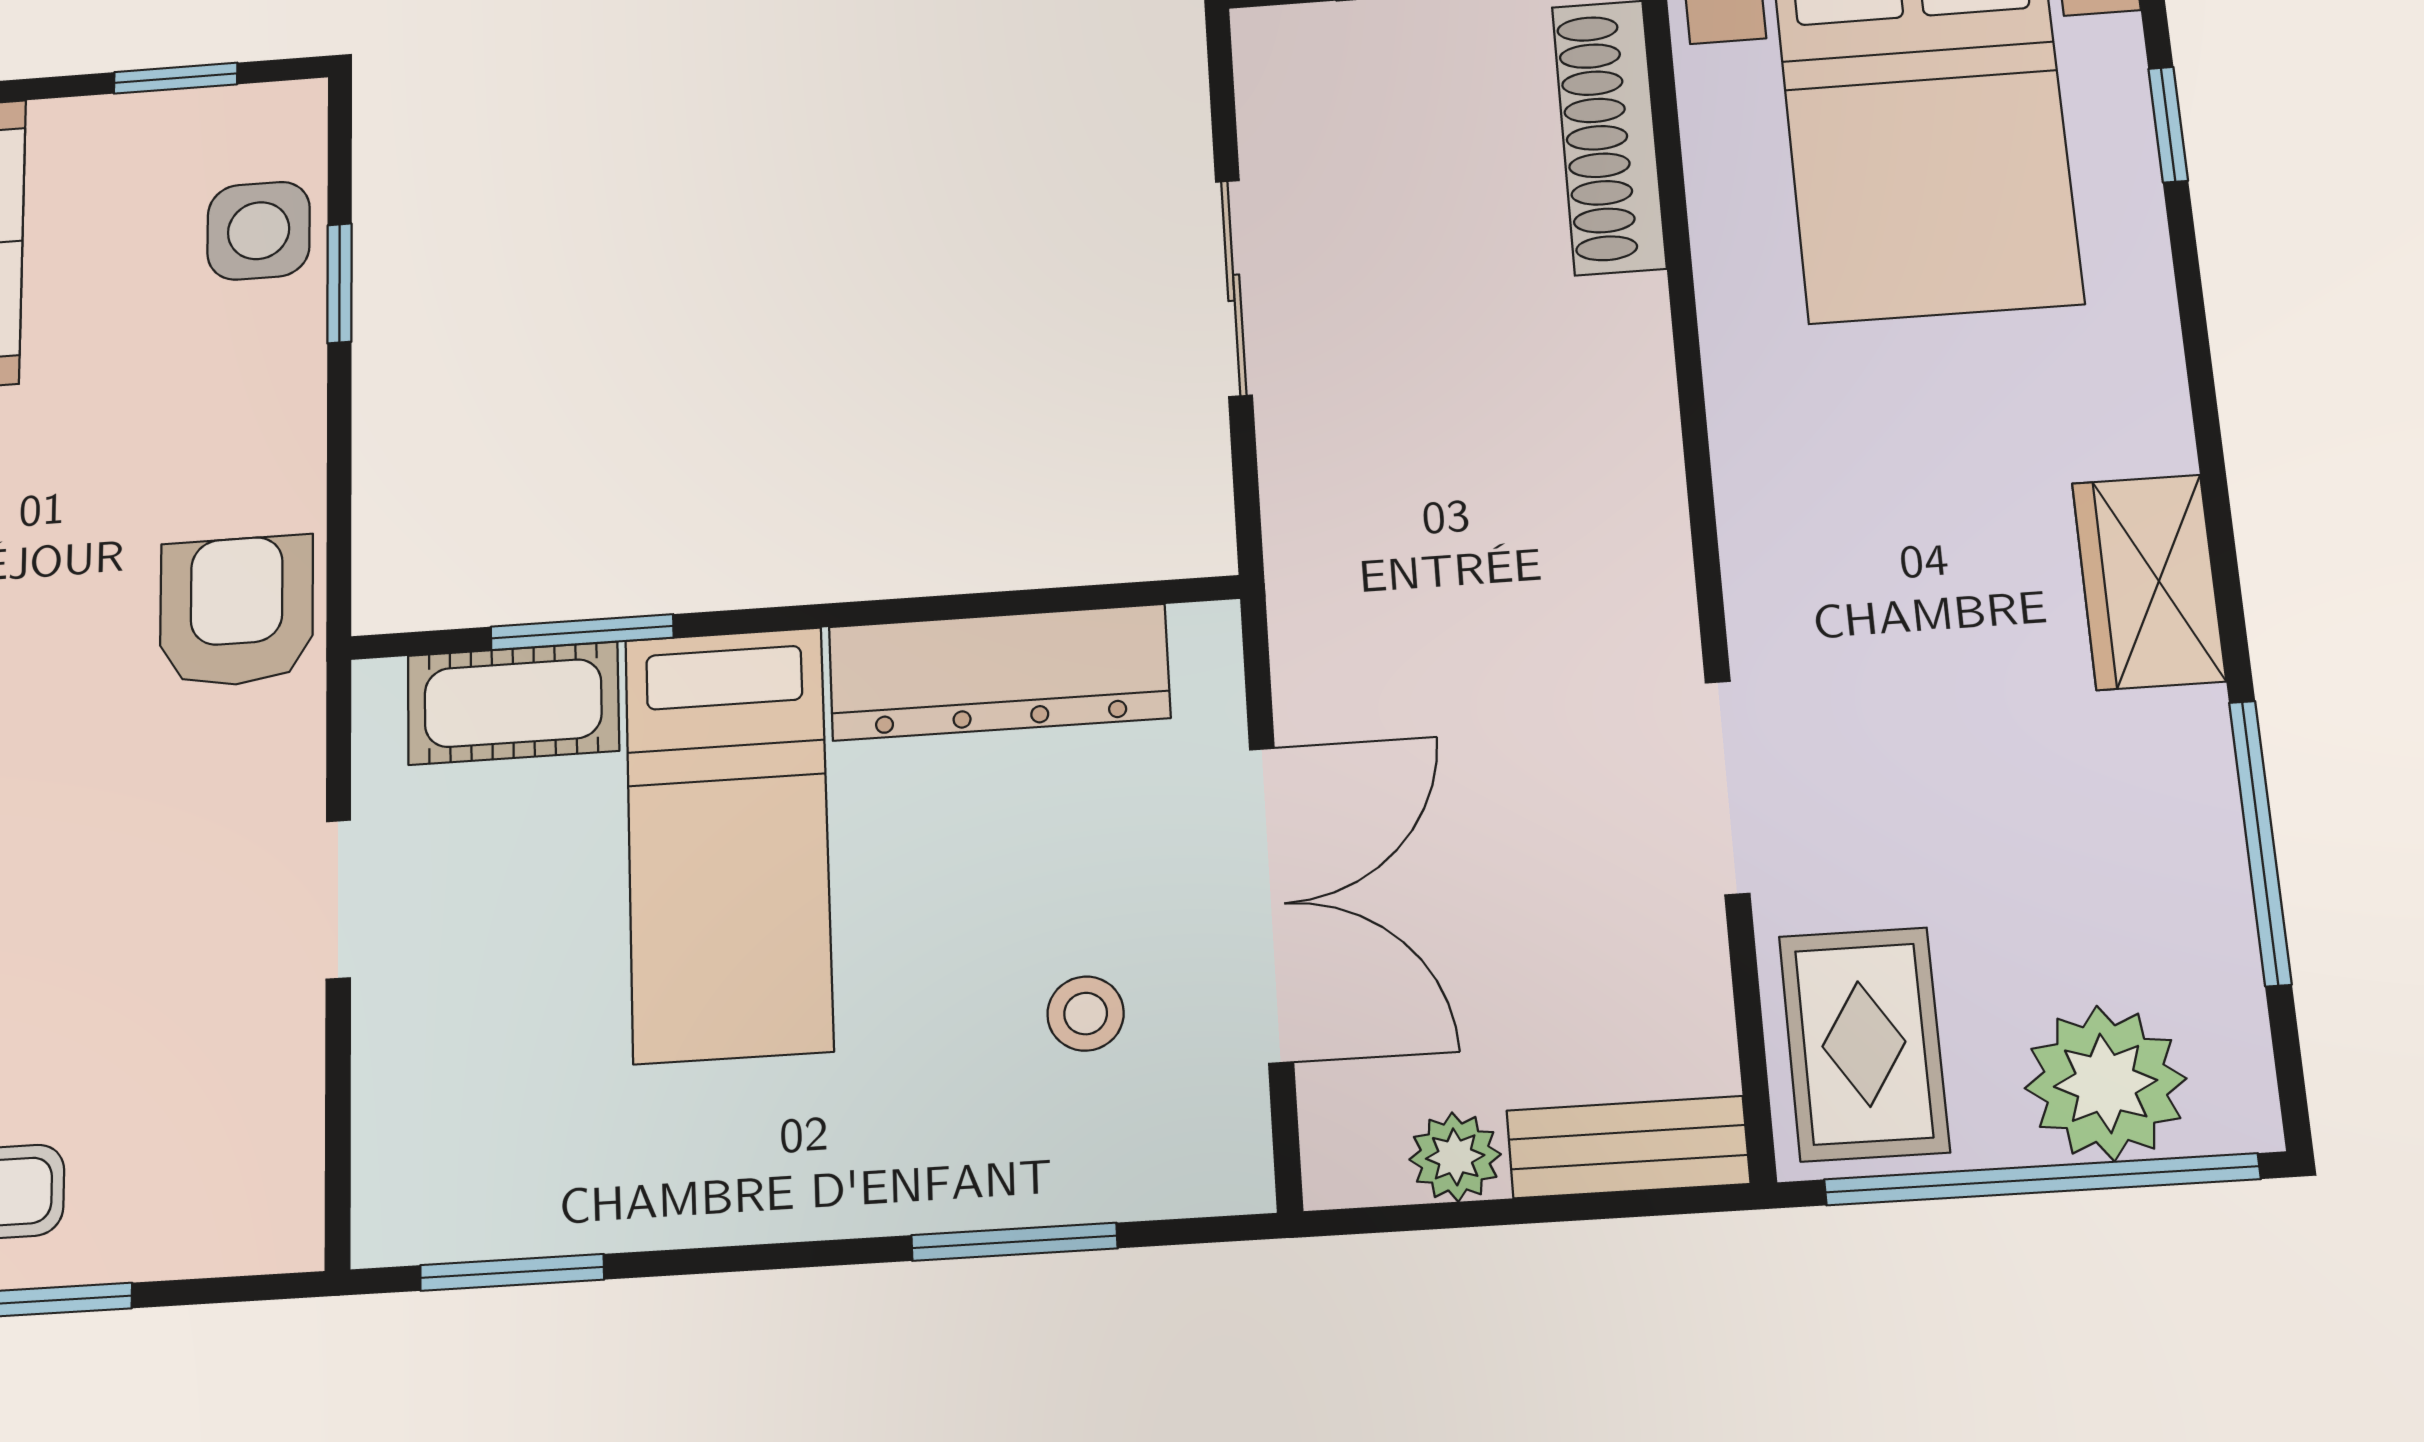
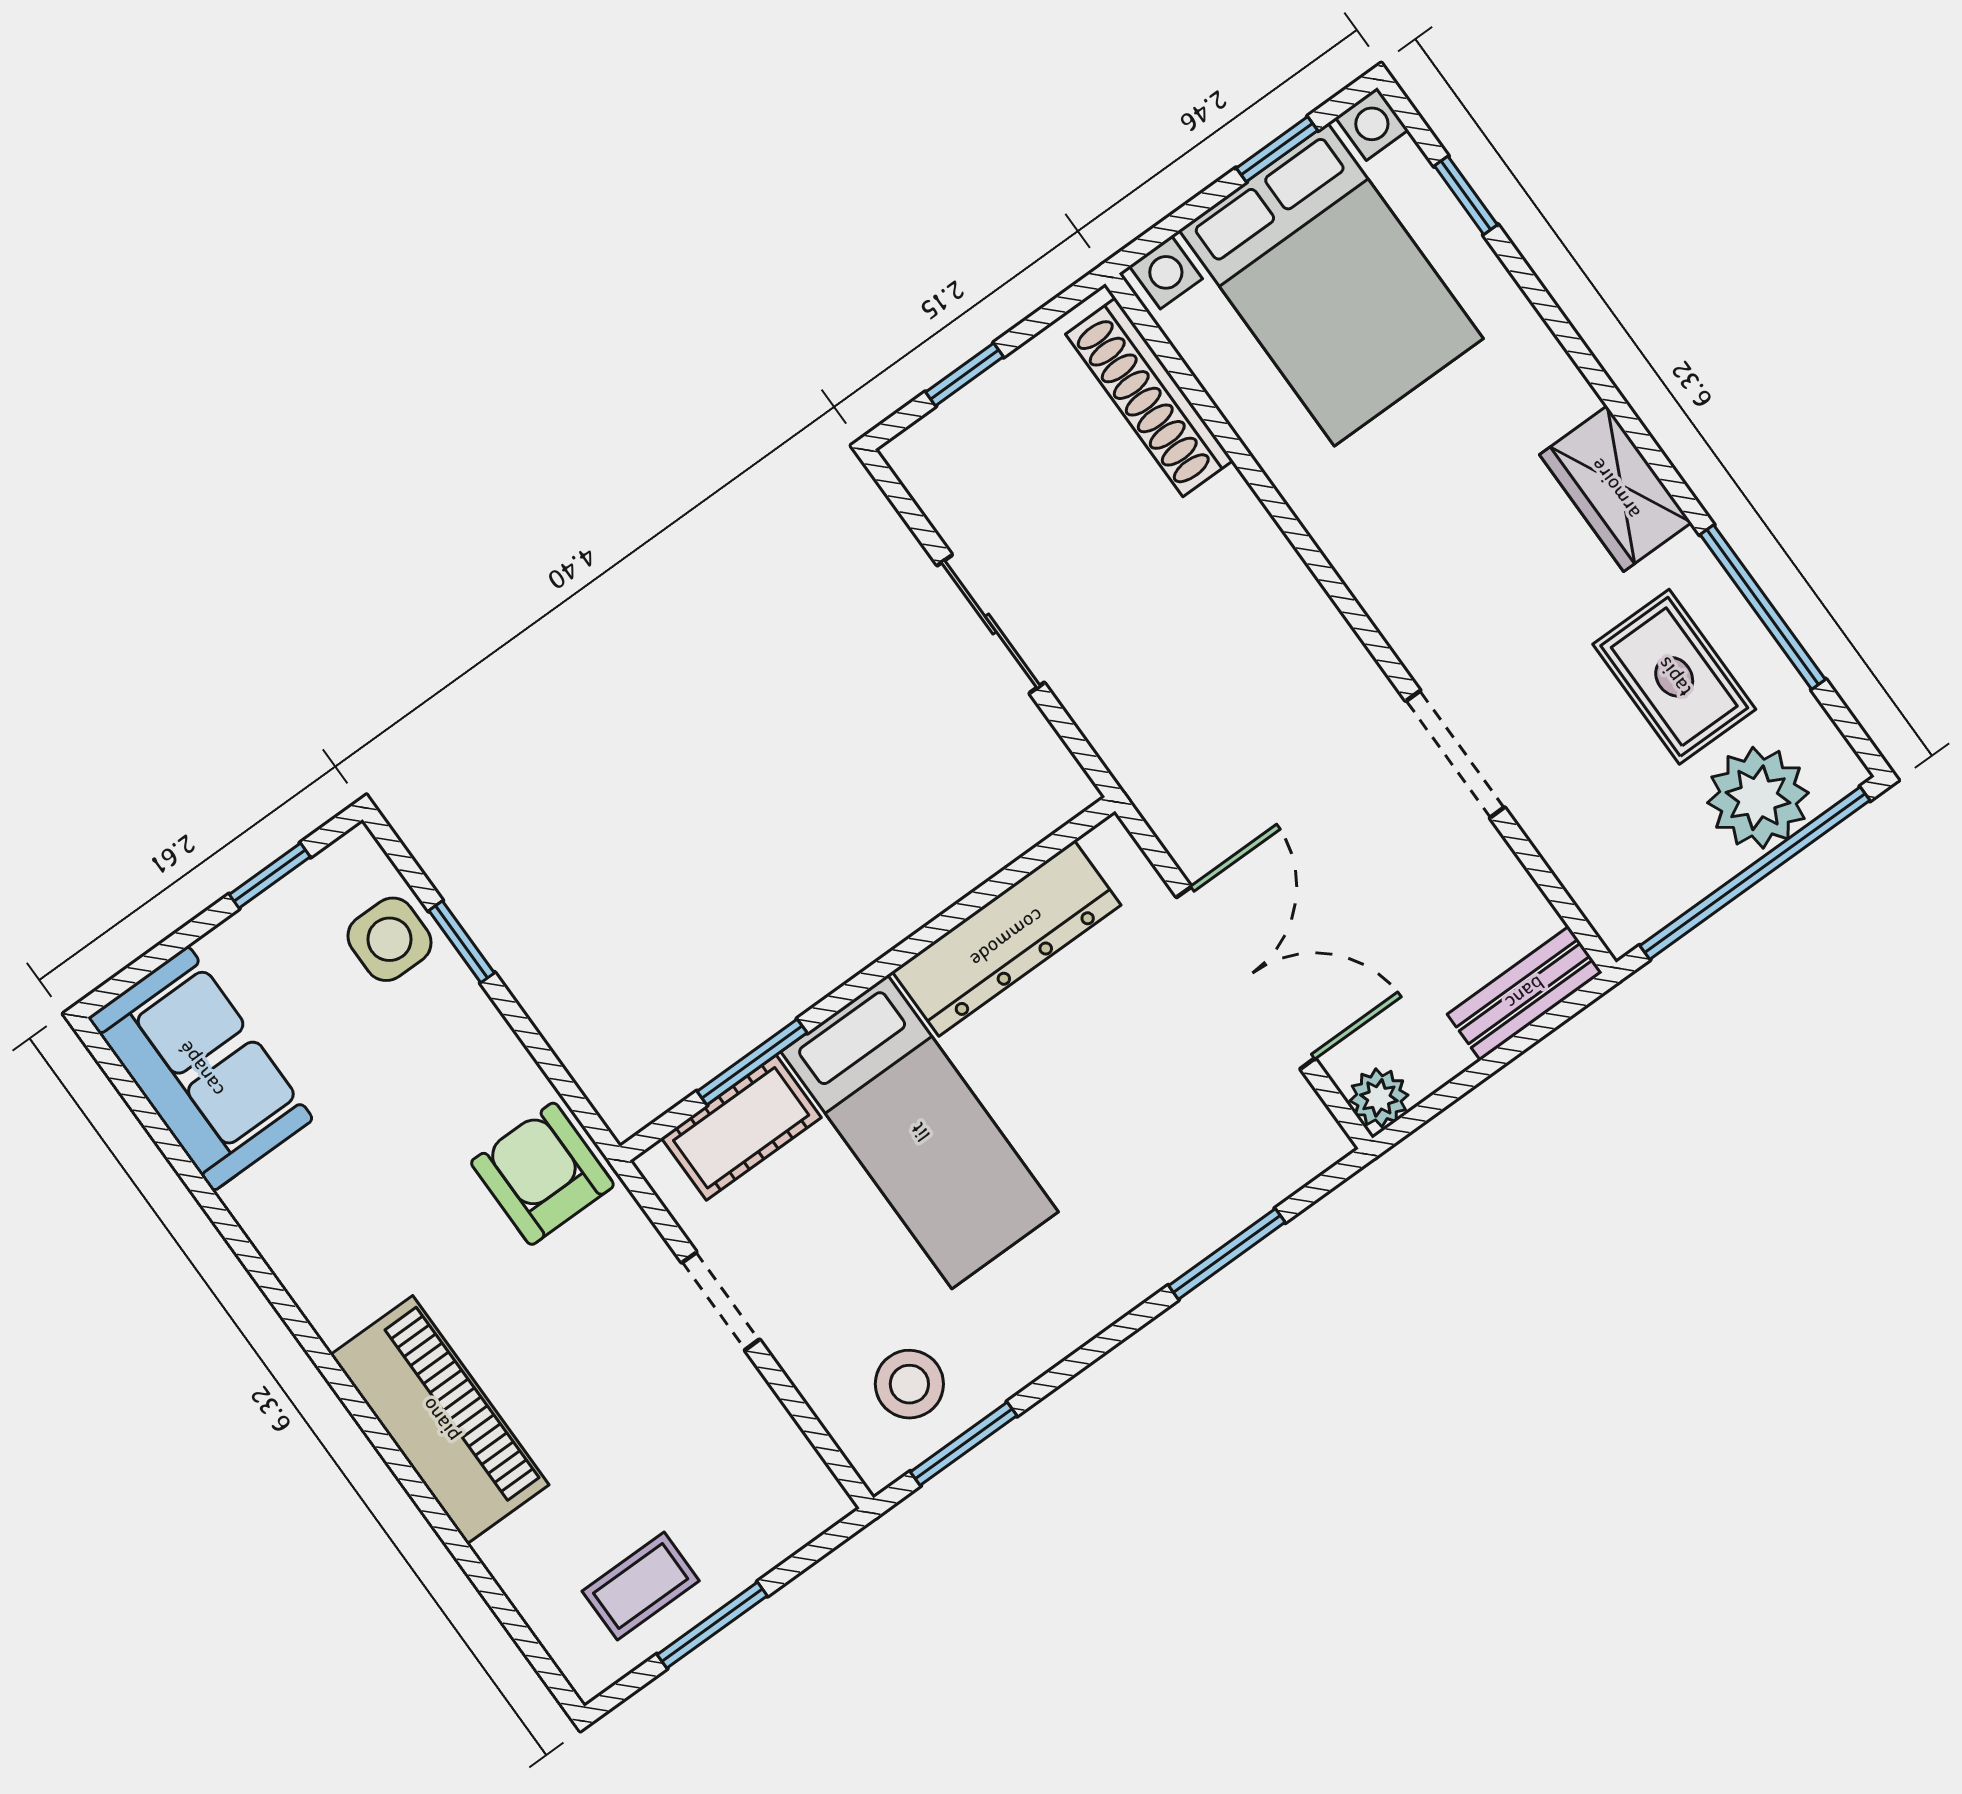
stool: (1086, 1014) -> (909, 1384), moved, width x1.37, depth x1.37
rug: (1864, 1044) -> (1674, 677), moved
plant: (1455, 1157) -> (1379, 1098), moved

